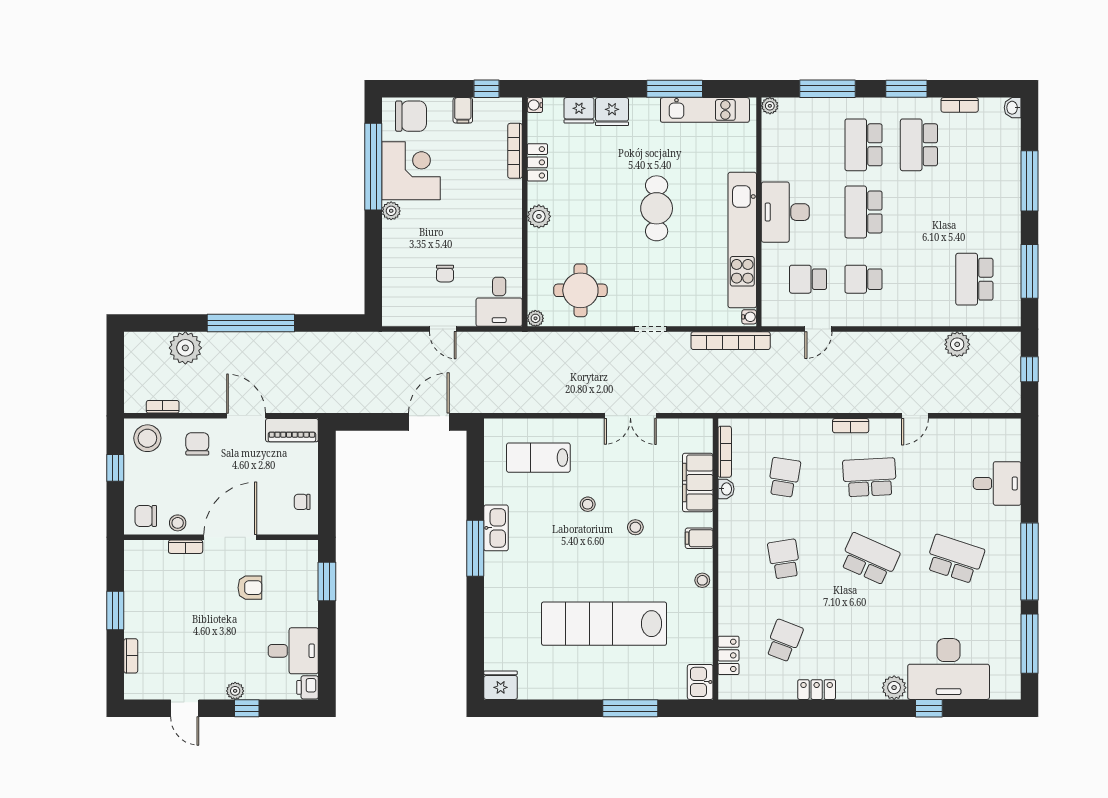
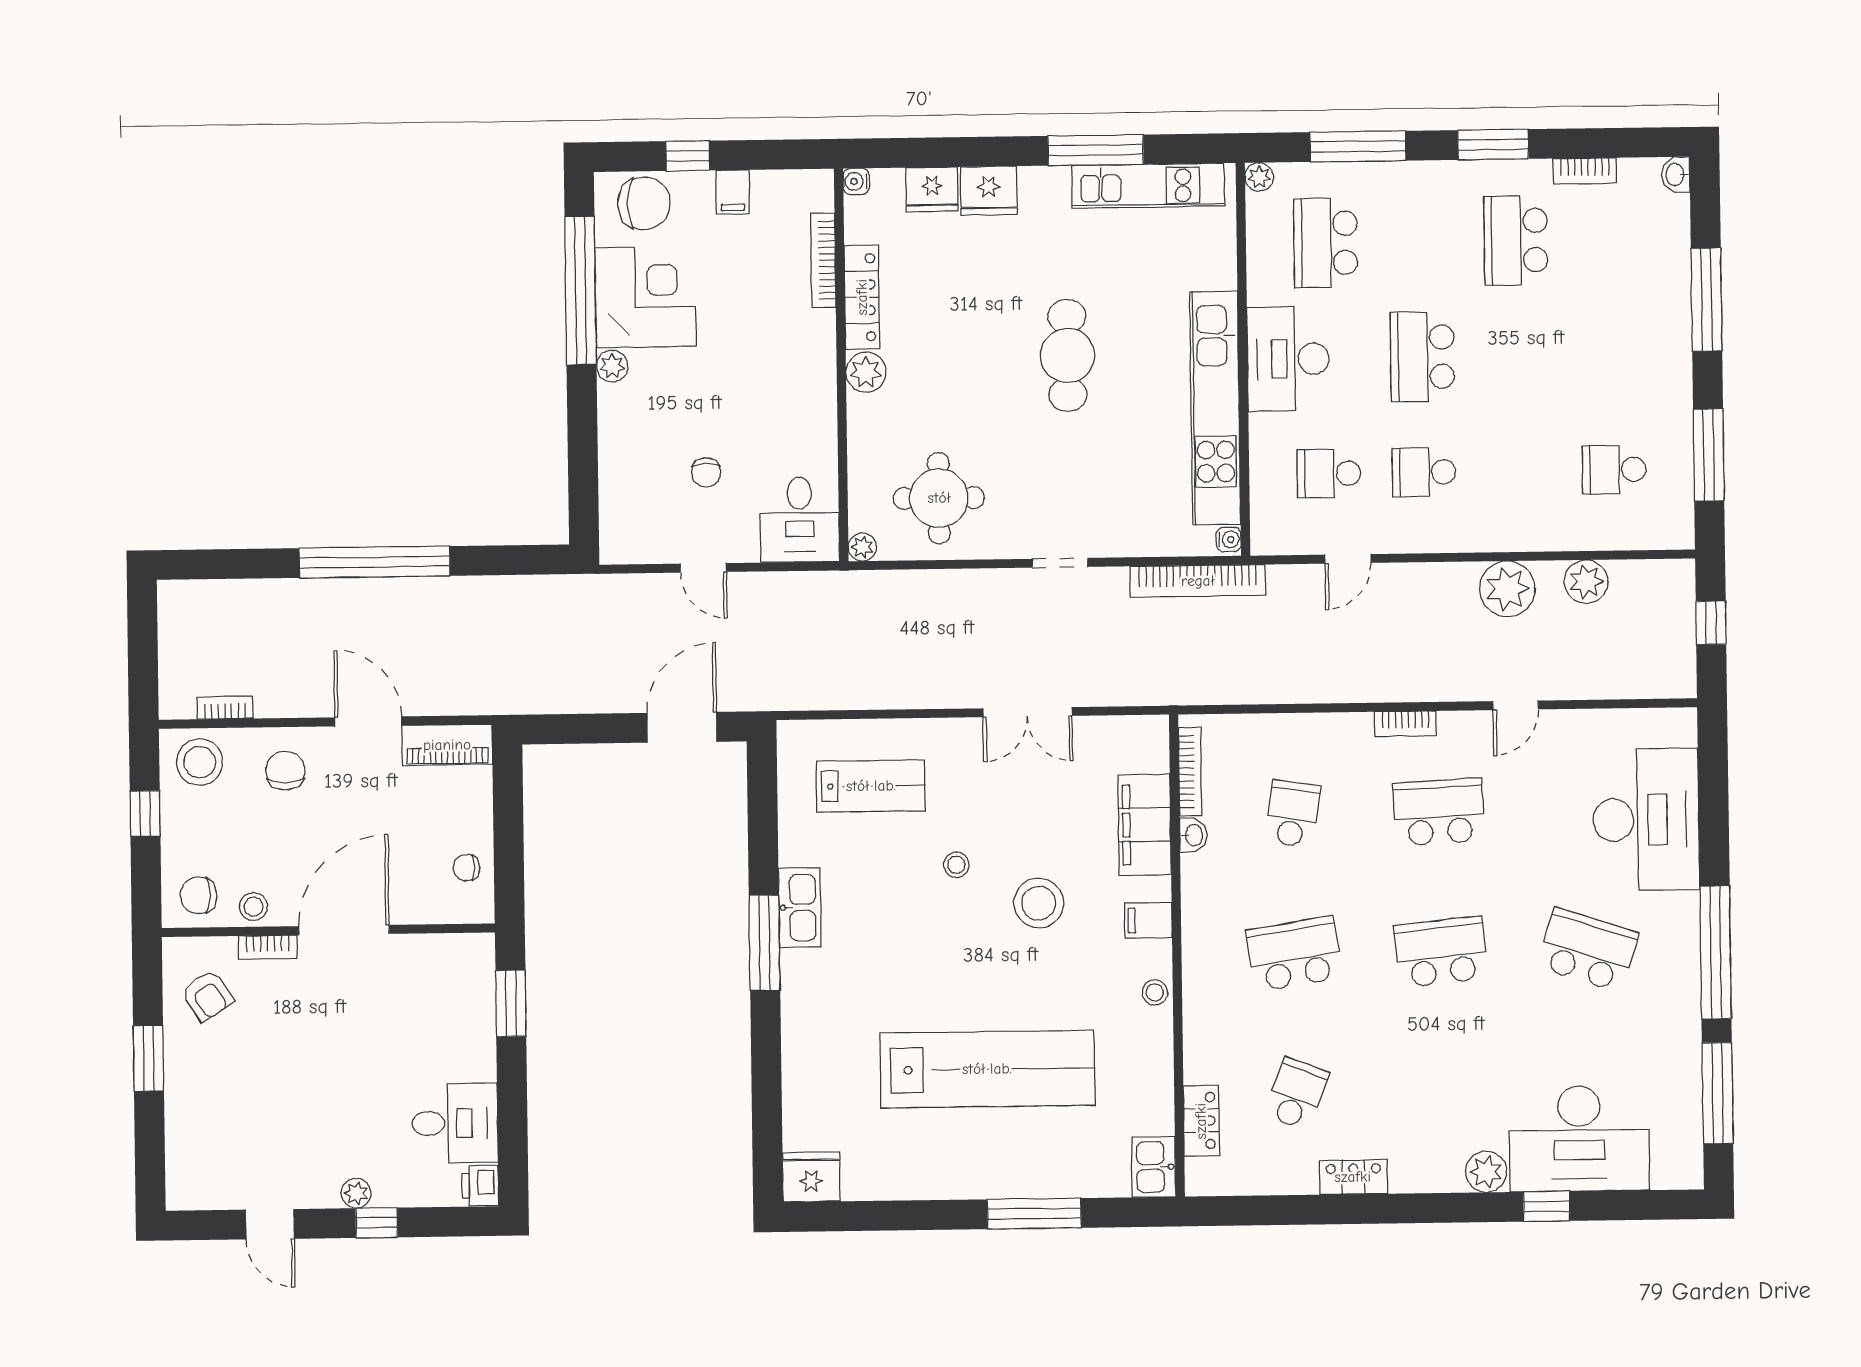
window: (486, 89) -> (688, 156), moved
school desk: (863, 145) -> (1326, 243), moved
locker: (537, 162) -> (862, 297), width x1.53
school desk: (974, 279) -> (1614, 469), width x0.54
plant: (185, 348) -> (1507, 589), moved
lab bench: (538, 458) -> (871, 786), turned 180
desk: (997, 483) -> (1646, 819), width x1.87, depth x1.30
stool: (635, 527) -> (1039, 903), width x1.89, depth x1.89
school desk: (784, 559) -> (1295, 954), width x1.85
school desk: (870, 559) -> (1441, 952), turned -30
armchair: (250, 588) -> (207, 996), moved, turned 57
lab bench: (604, 624) -> (987, 1069), turned 180
bookcase: (131, 656) -> (176, 1136), removed

